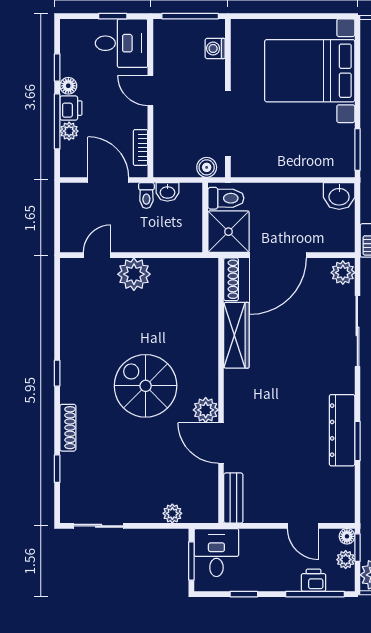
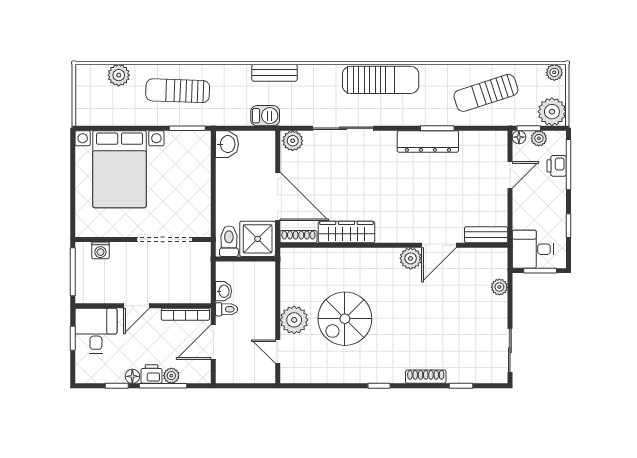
bookcase: (141, 148) -> (185, 314), width x1.56
boiler: (207, 167) -> (202, 258), removed
spiral stairs: (146, 386) -> (345, 319), moved

